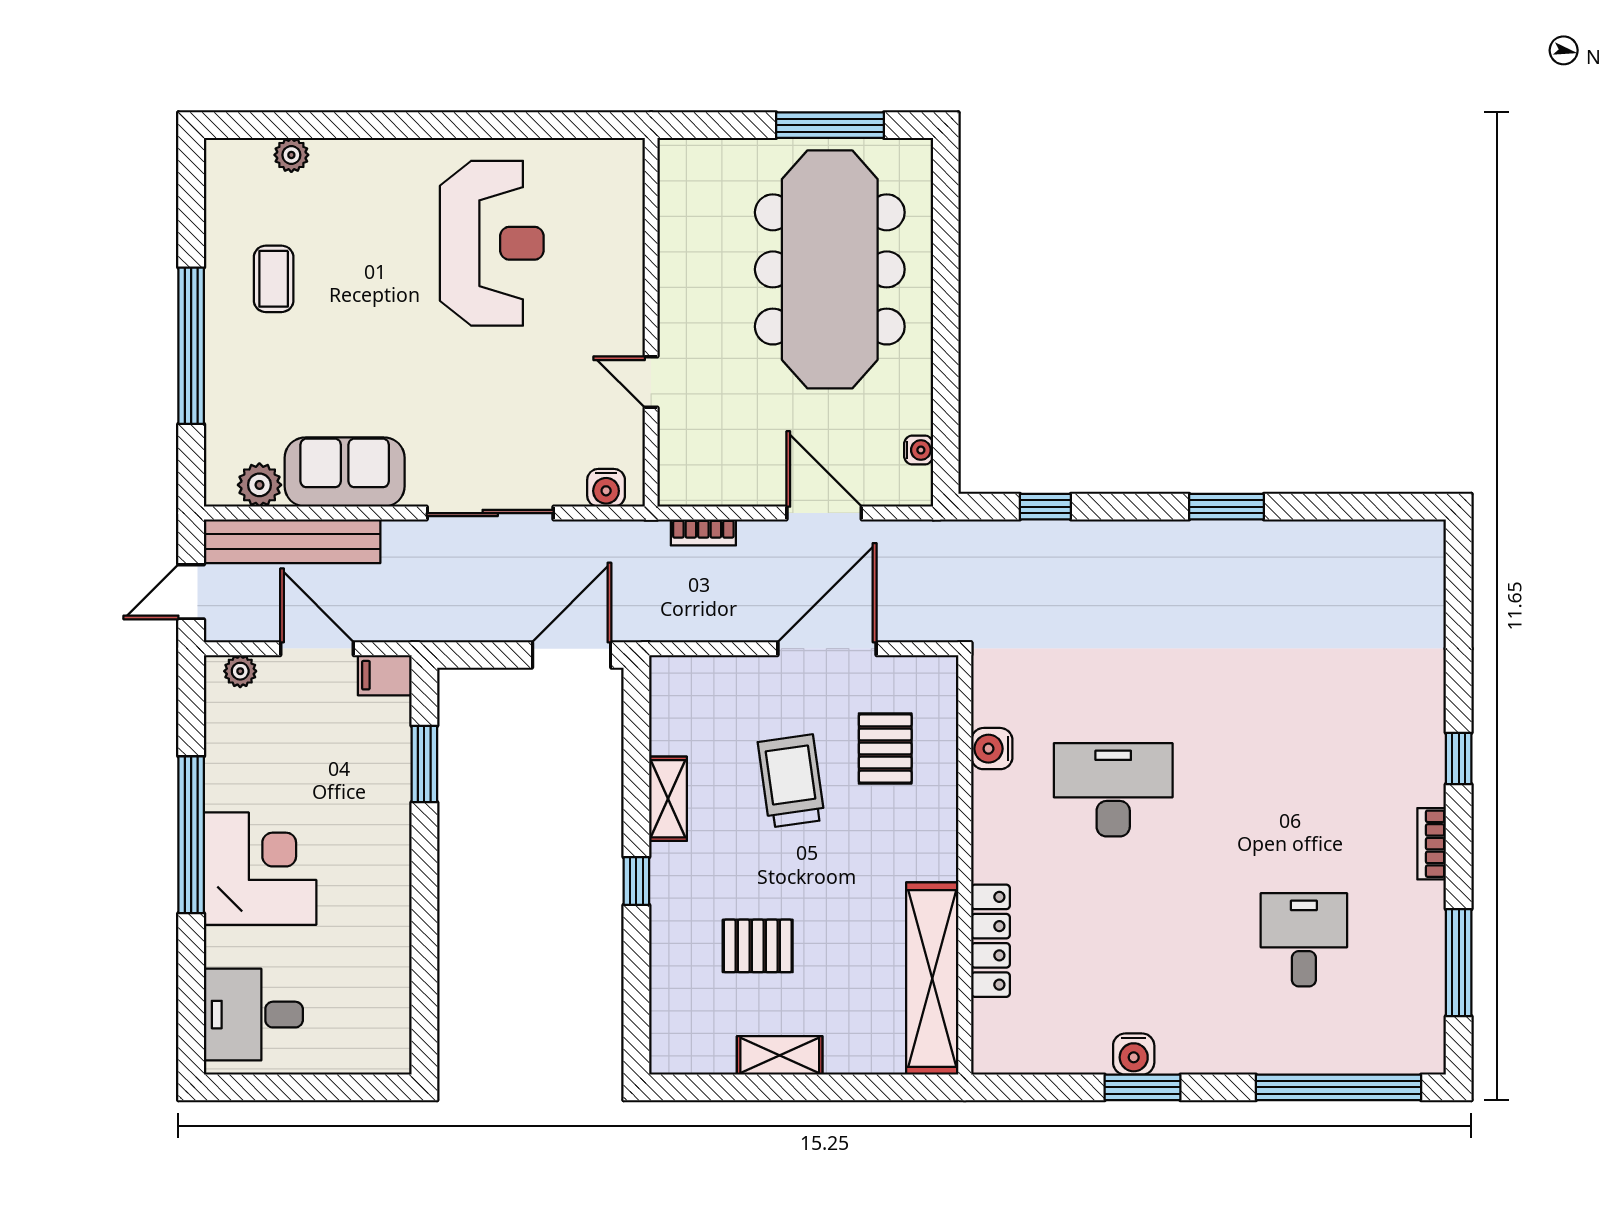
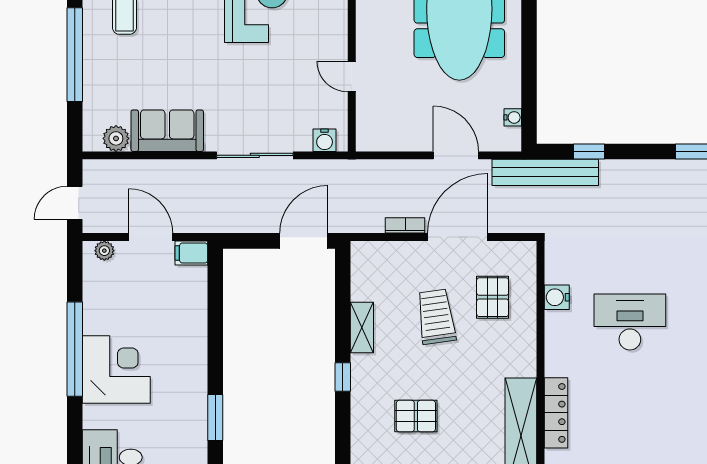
bookcase: (703, 532) -> (405, 225), moved, turned 180
bench: (292, 541) -> (545, 172), moved
window: (424, 764) -> (215, 418), moved

